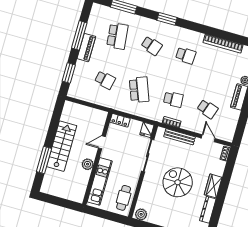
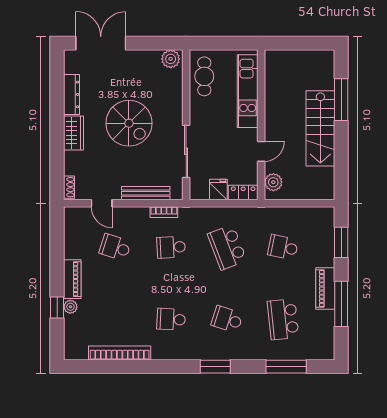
fridge: (147, 130) -> (218, 190), moved
plant: (88, 164) -> (273, 182), moved

